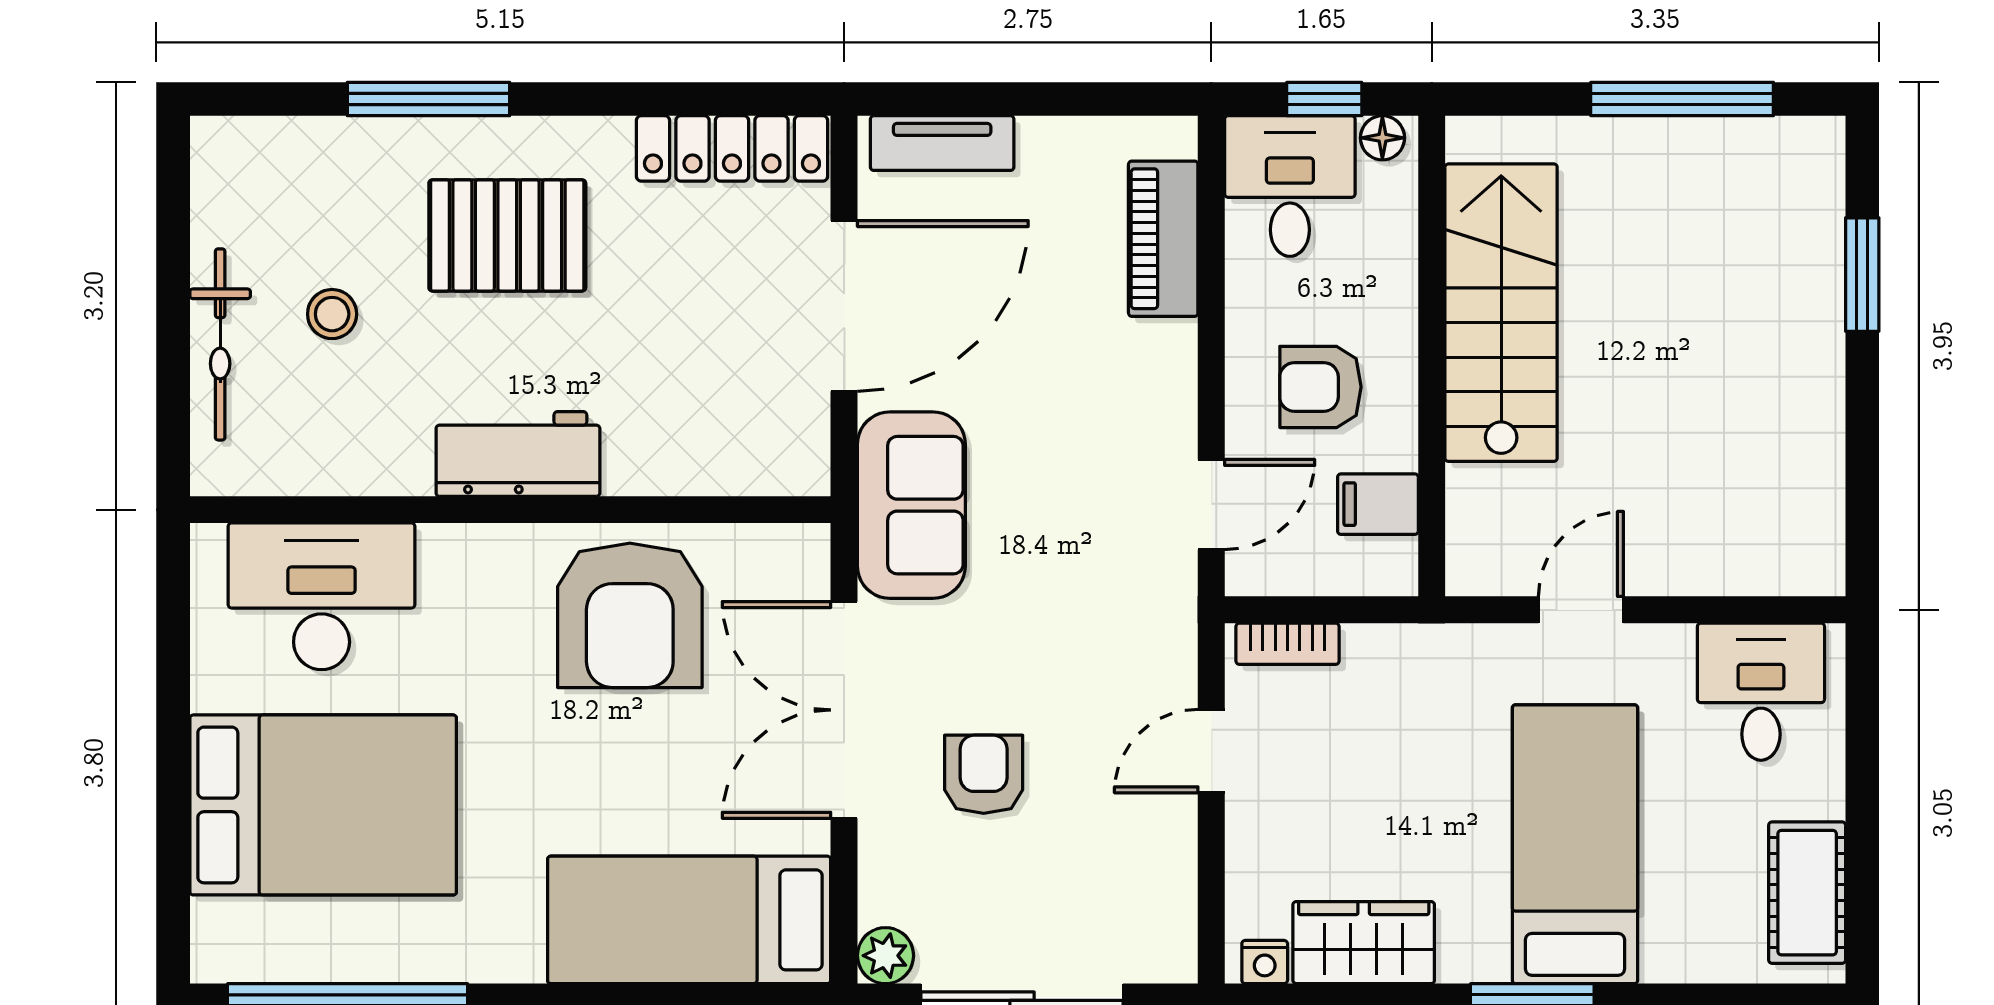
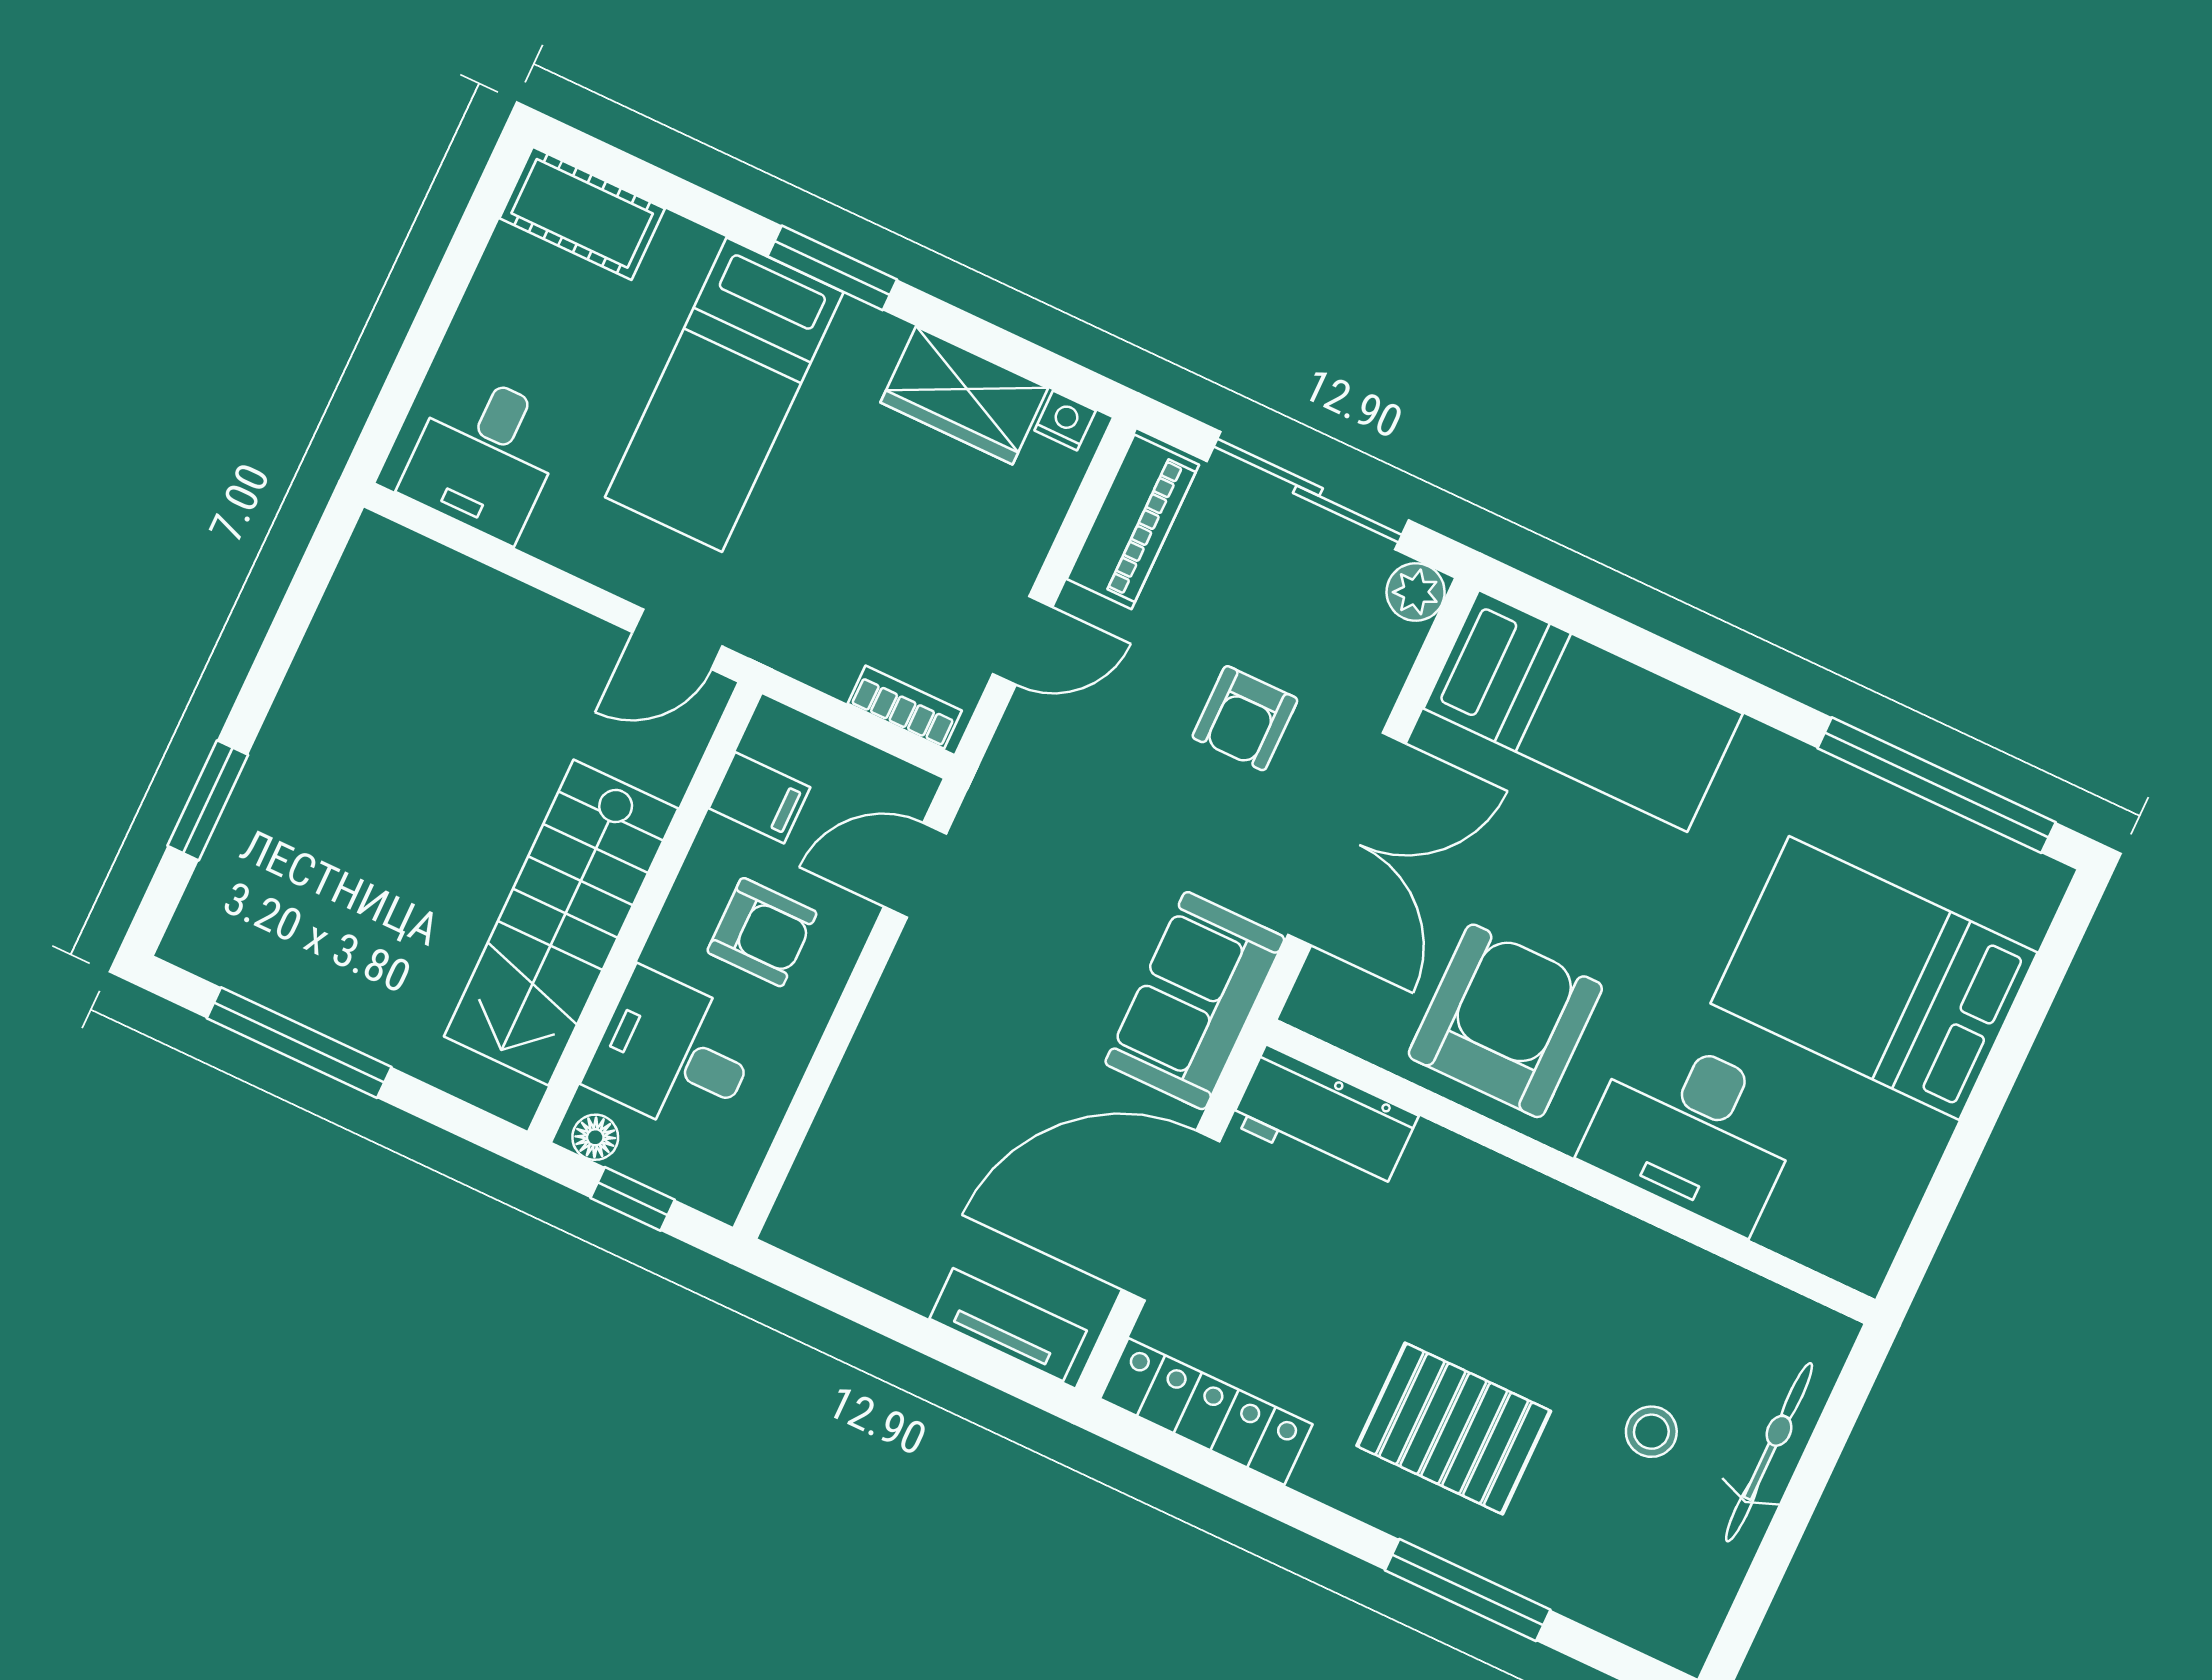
desk: (1290, 186) -> (674, 1054), moved, turned 90
piano: (1163, 239) -> (1133, 522), moved
workbench: (518, 454) -> (1324, 1119), moved
desk: (322, 596) -> (1693, 1131), moved
door: (1581, 610) -> (677, 639), moved
cot: (1807, 893) -> (582, 213), moved, turned 90

